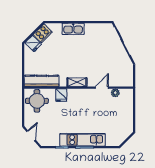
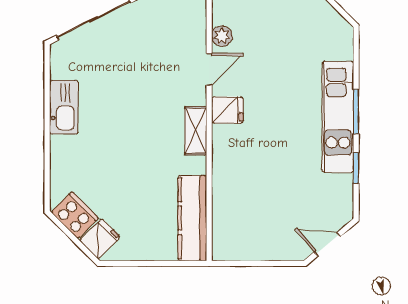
kitchen sink: (73, 29) -> (64, 107), moved
door: (102, 88) -> (209, 69), swing flipped
fridge: (61, 95) -> (227, 110), moved
round table: (37, 101) -> (242, 230), removed

